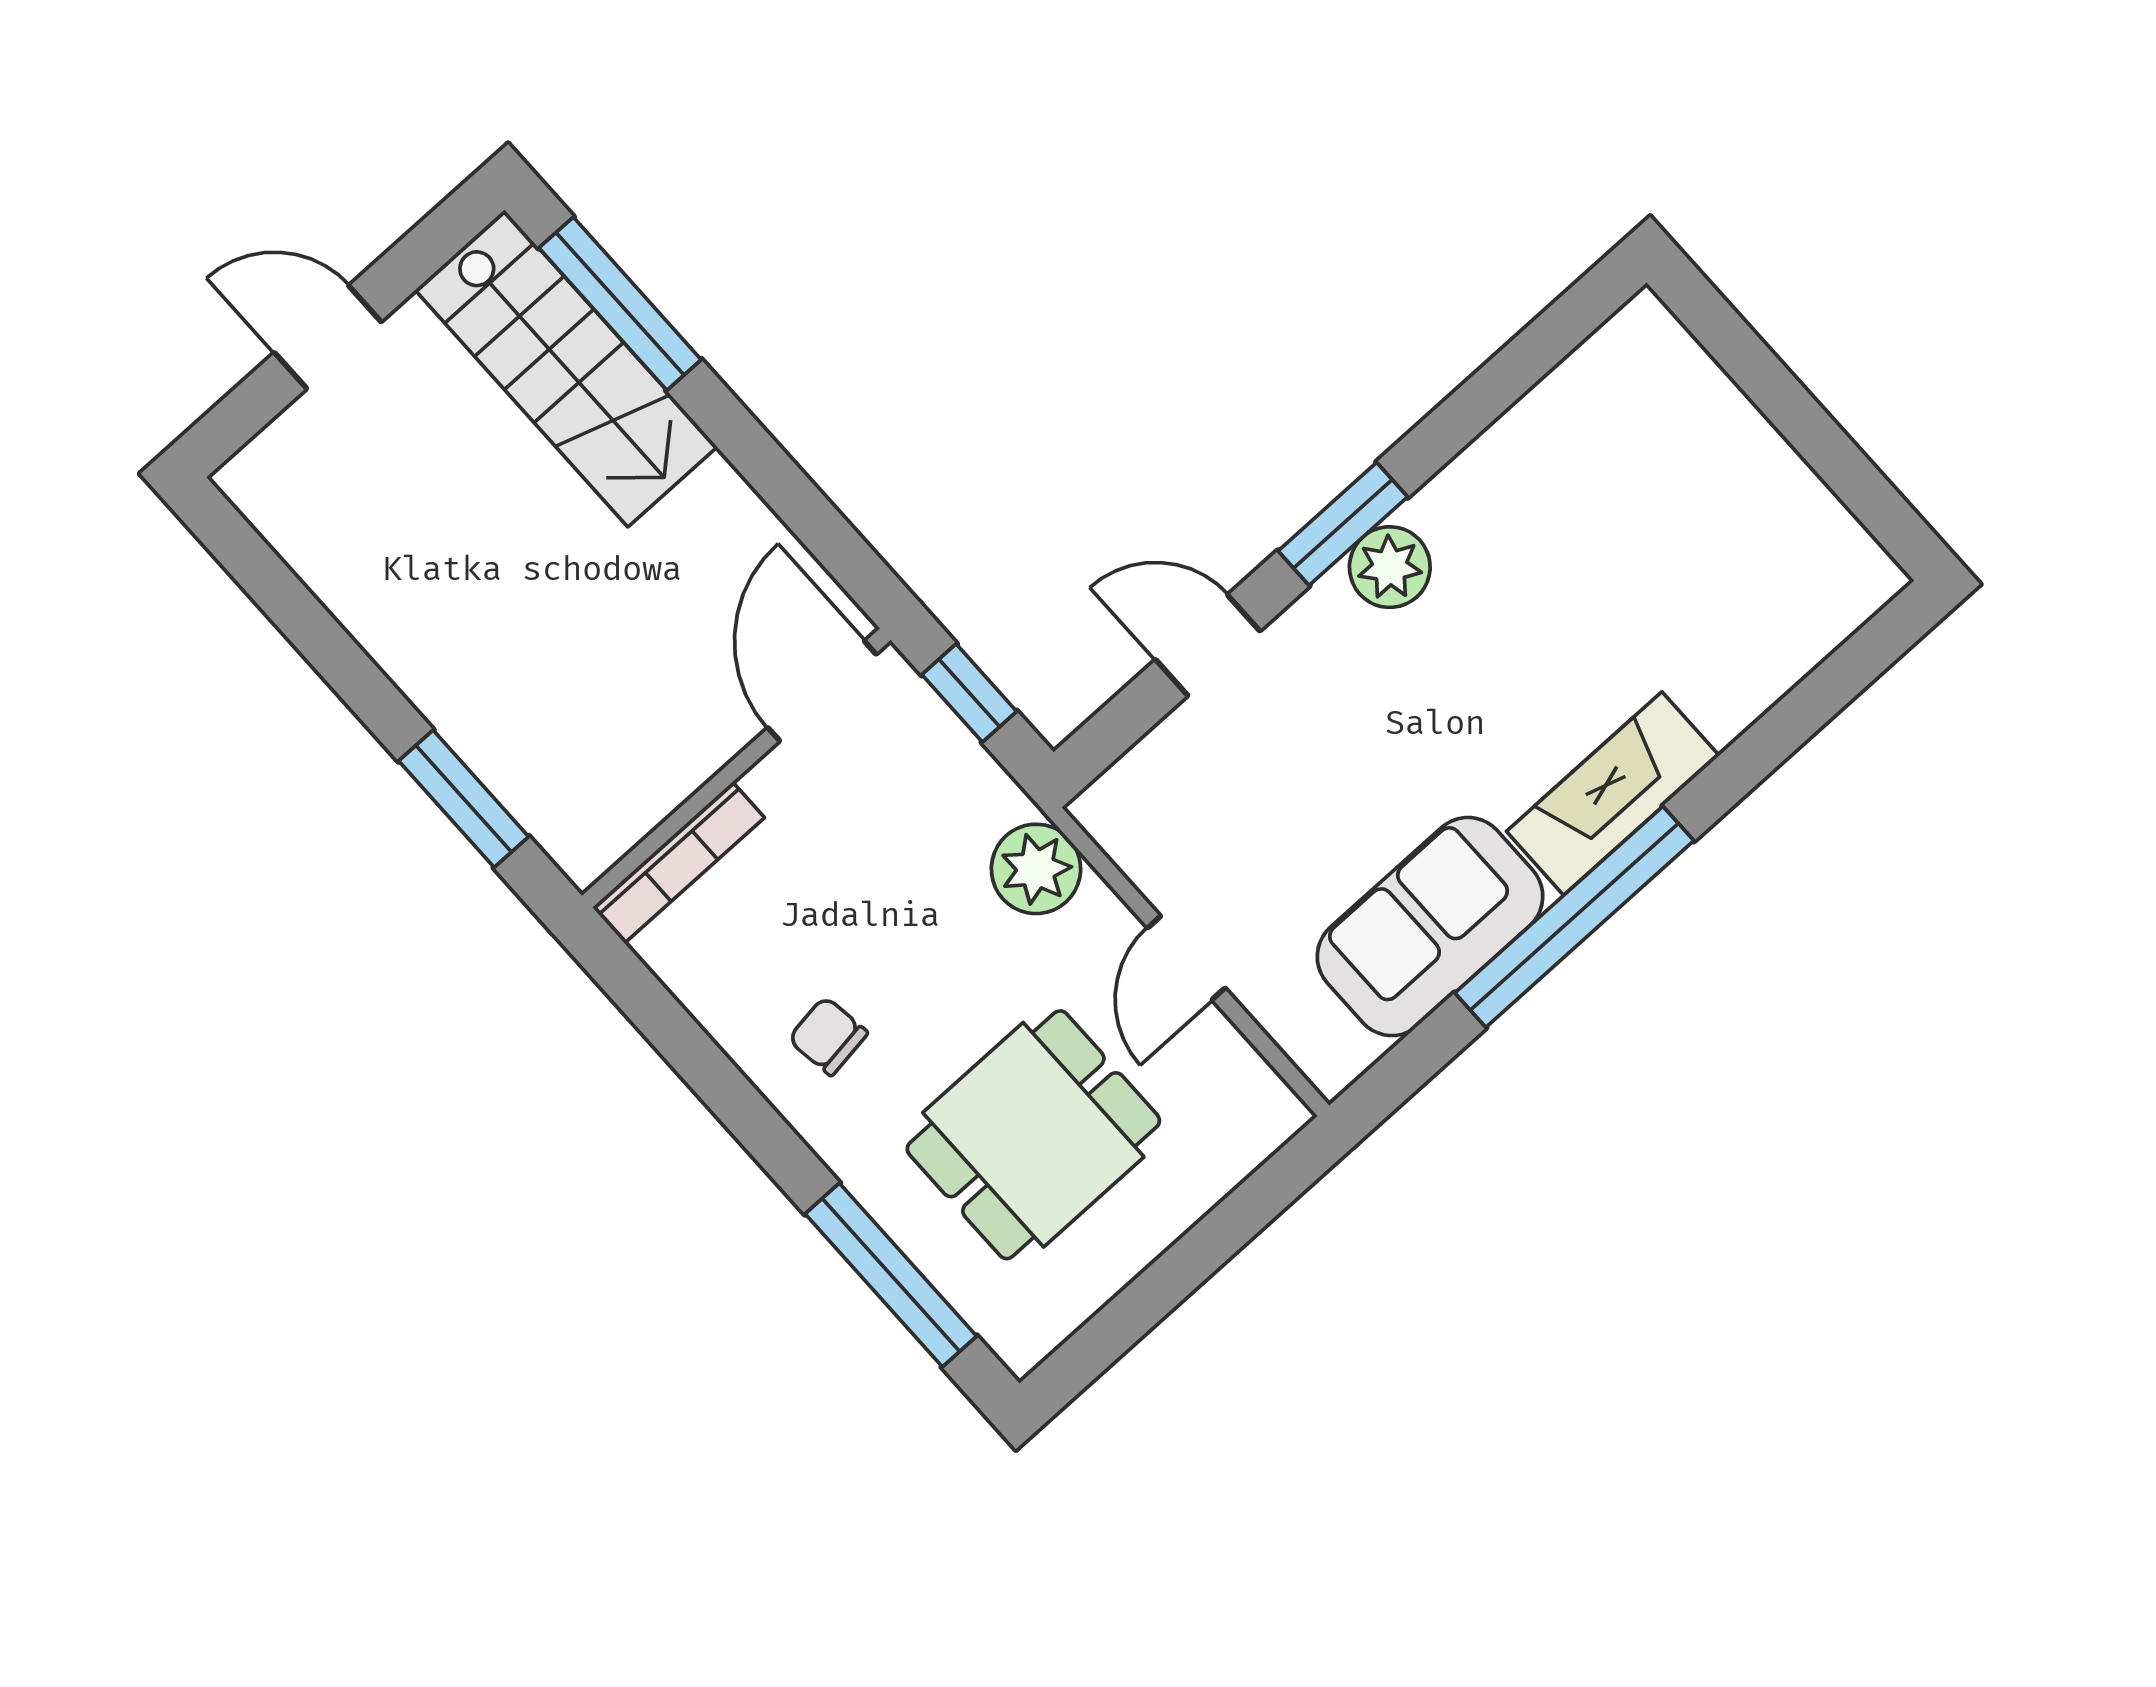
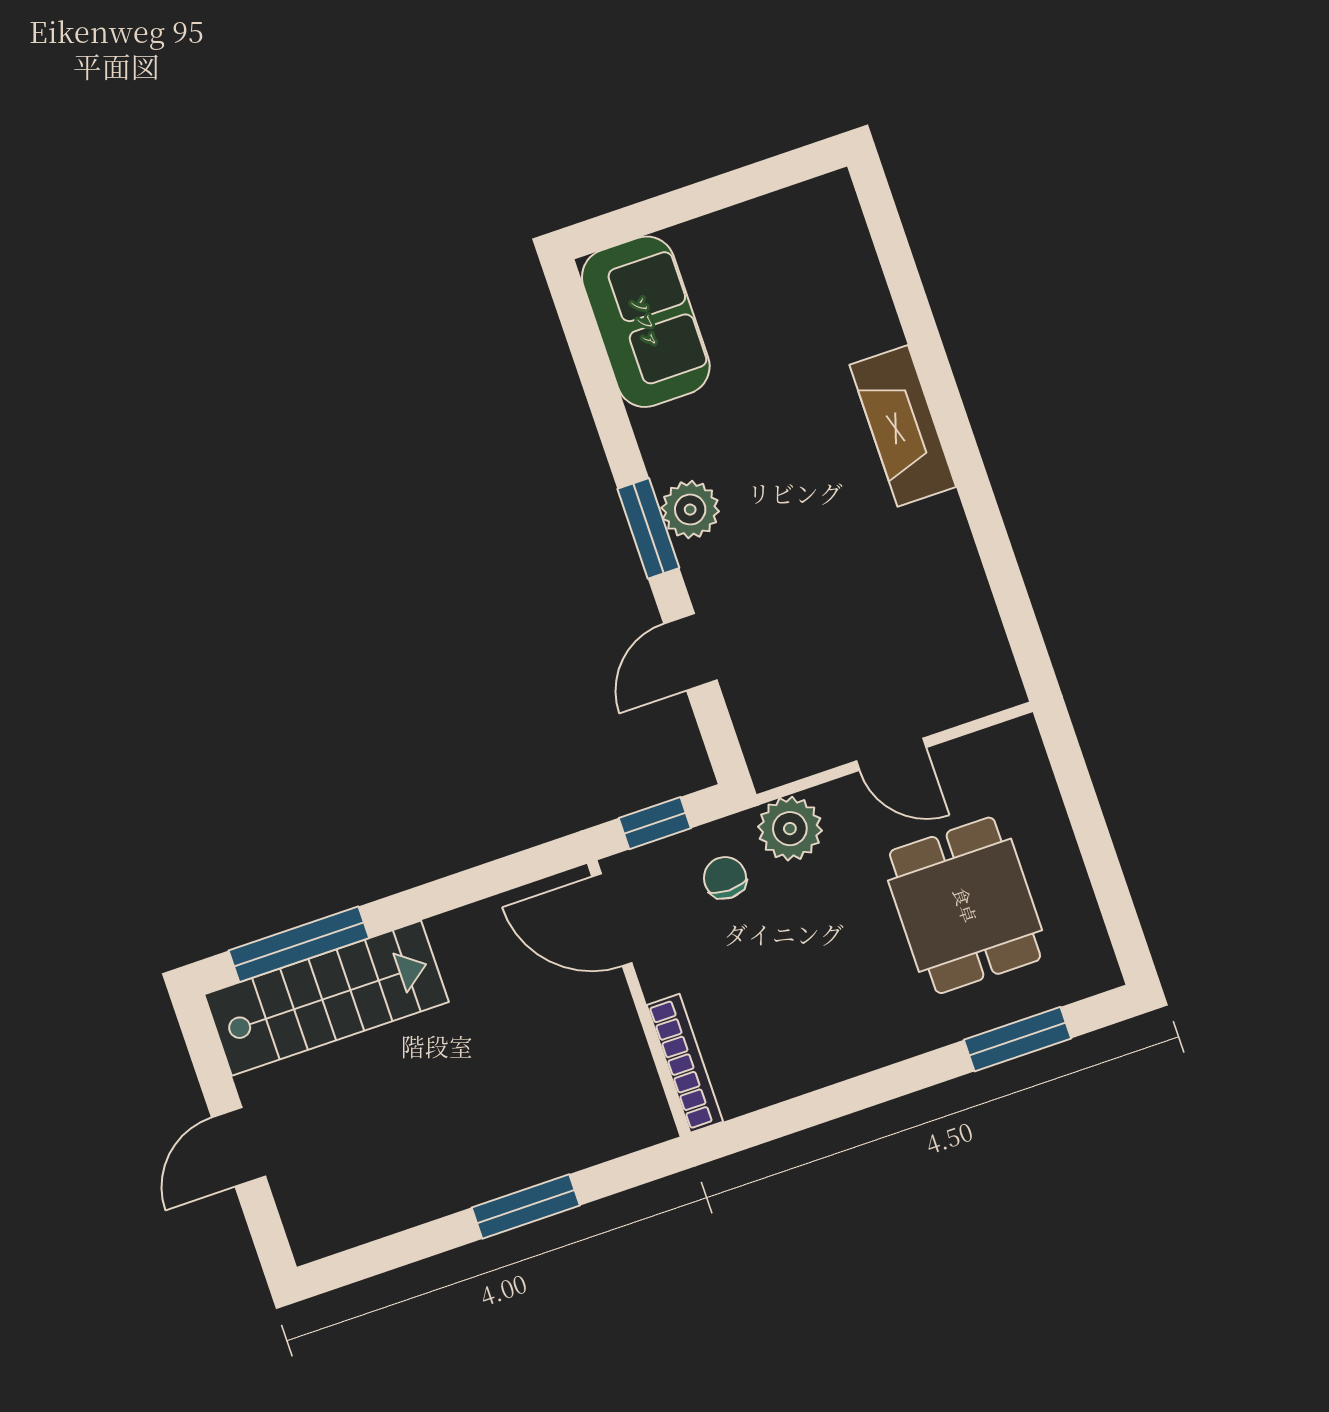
window: (464, 799) -> (526, 1207), moved
window: (1574, 917) -> (973, 486), removed
sofa: (1430, 927) -> (646, 322), moved, turned 180
chair: (828, 1036) -> (725, 878), moved, turned 98
window: (891, 1275) -> (1018, 1039), width x0.69

